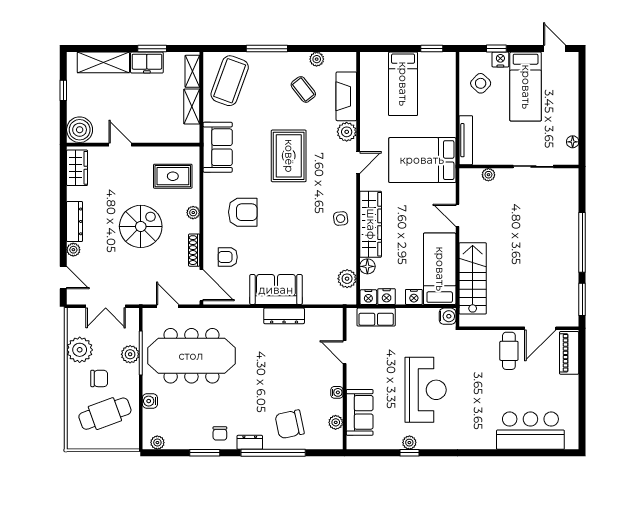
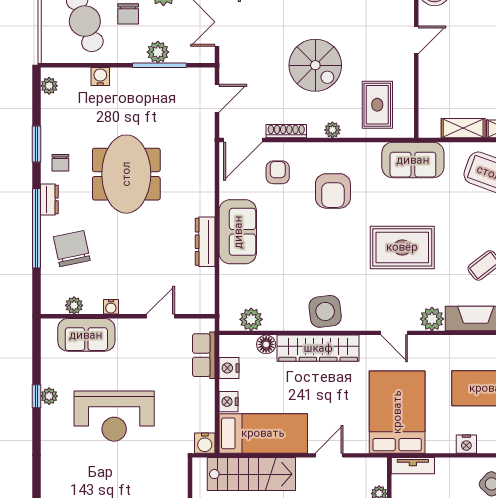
tv unit: (466, 140) -> (413, 466), width x0.71
side table: (341, 219) -> (325, 311), width x1.87, depth x1.87
nightstand: (368, 297) -> (466, 444), moved, turned -90
meeting table: (191, 356) -> (126, 174), moved, width x0.73
chair: (220, 433) -> (60, 163), turned -90

